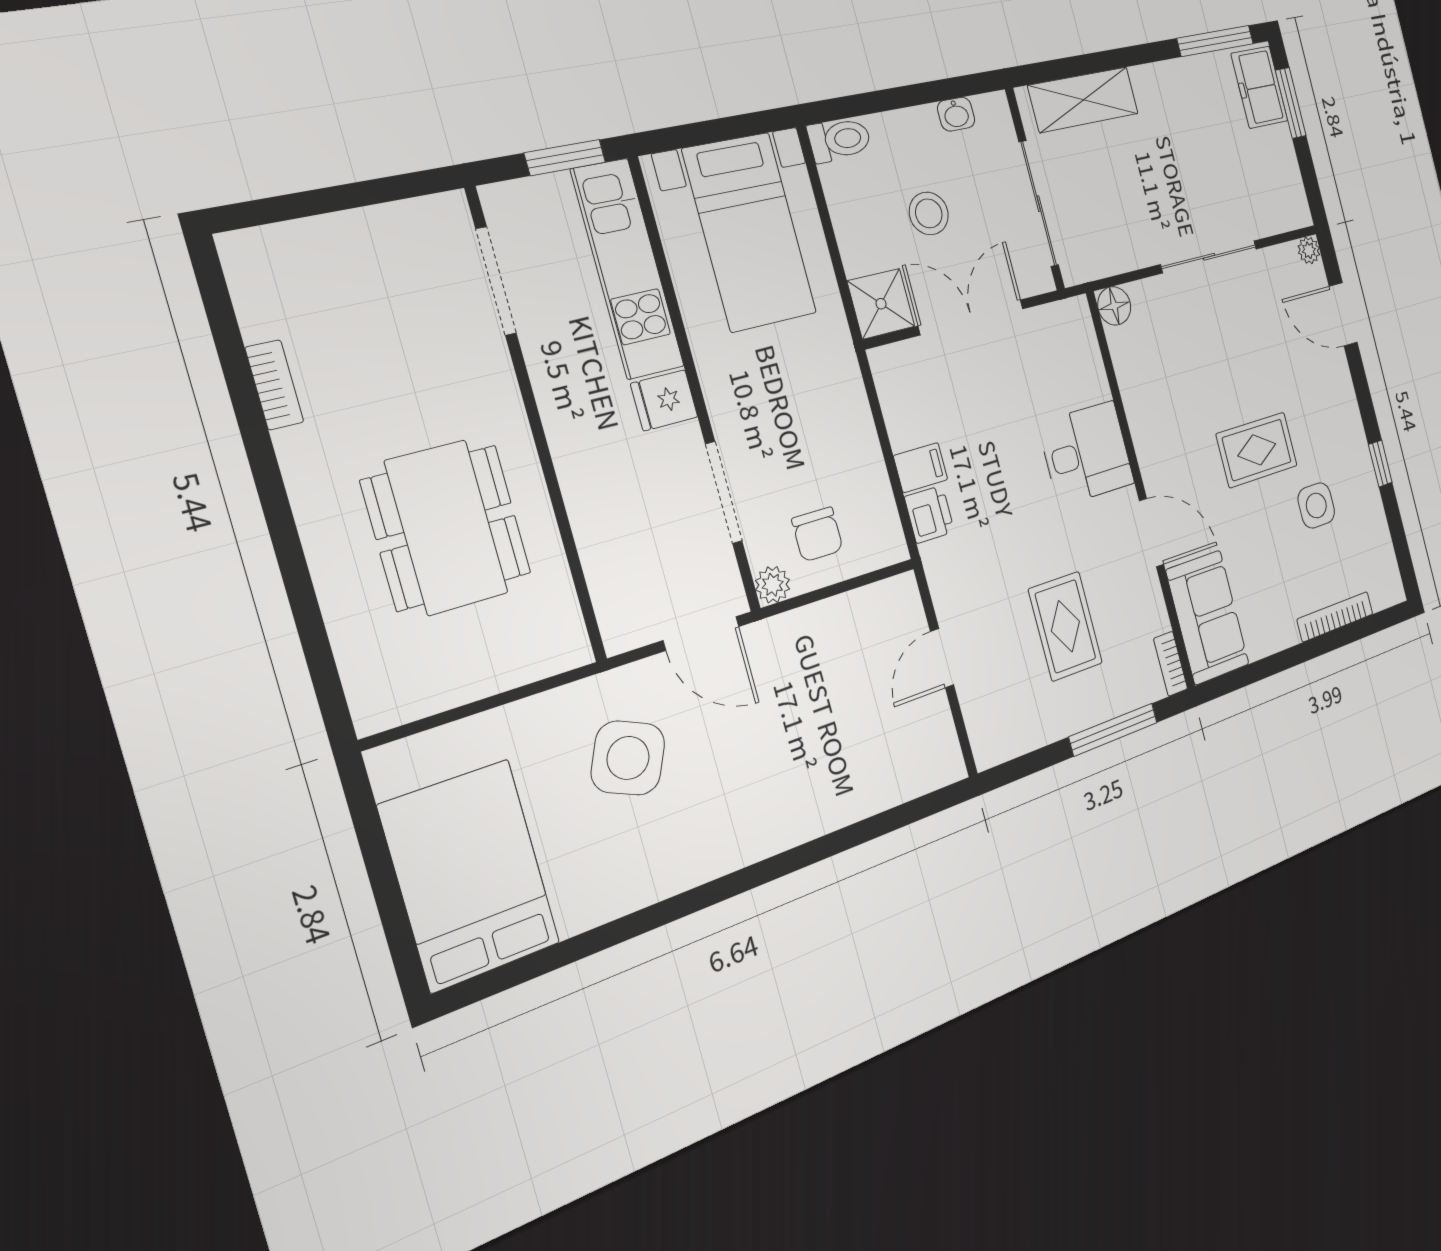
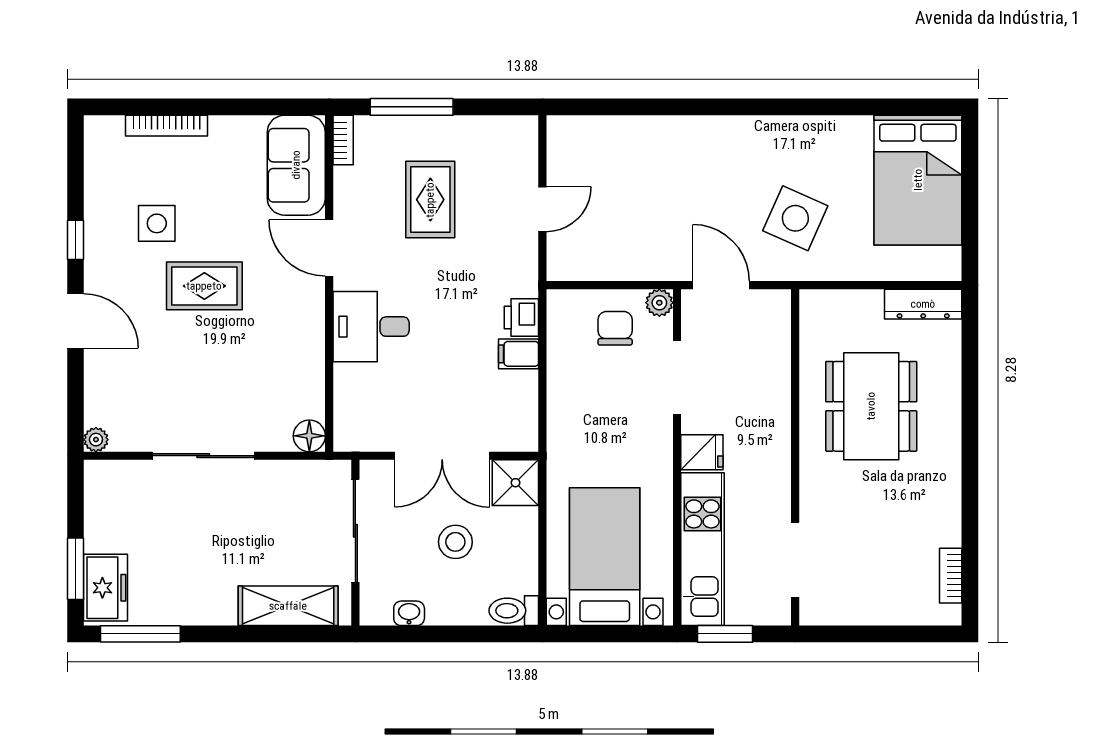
door: (1343, 314) -> (76, 321), moved
bookcase: (274, 385) -> (951, 576), moved
dresser: (411, 699) -> (923, 304), added

